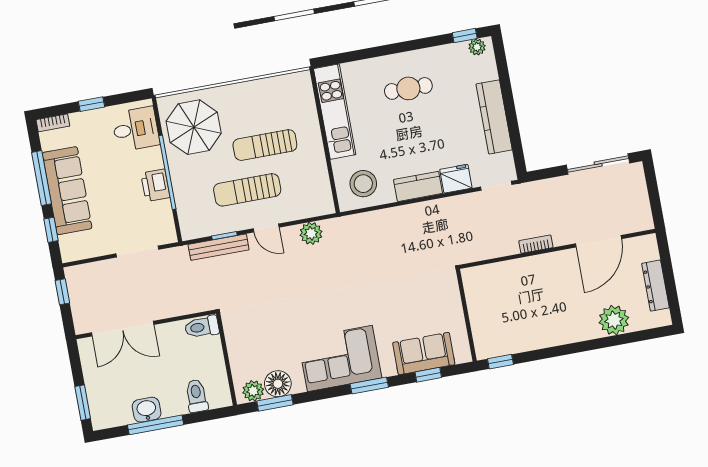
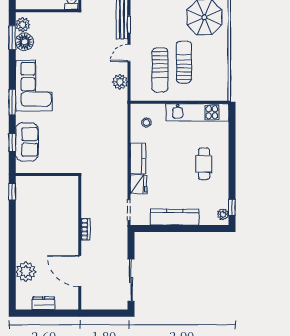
stool: (363, 184) -> (146, 123), width x0.53, depth x0.53
sun lounger: (247, 190) -> (160, 70), moved, turned 180
dresser: (656, 286) -> (44, 303), width x0.70

